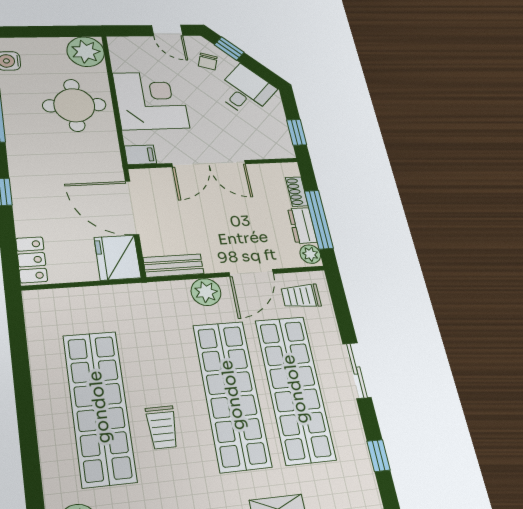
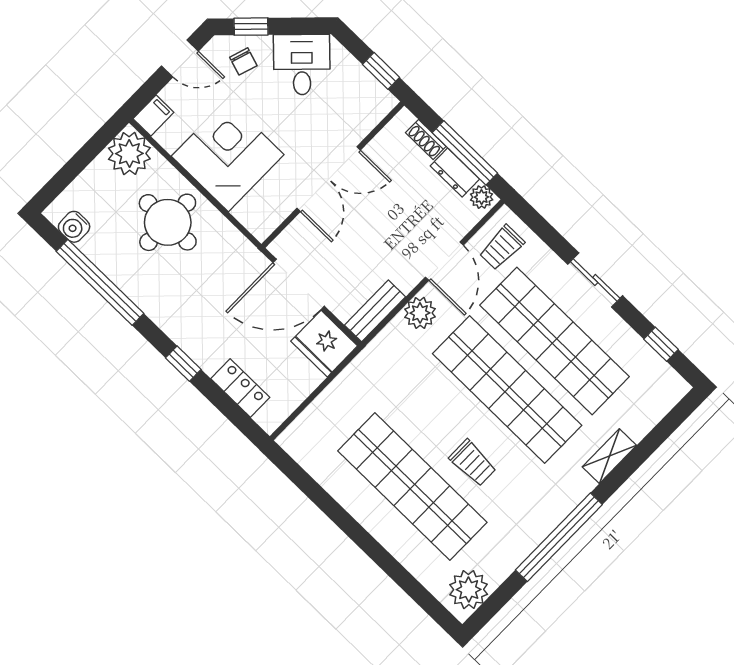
filing cabinet: (140, 155) -> (153, 116), moved
locker: (32, 260) -> (240, 388), moved

